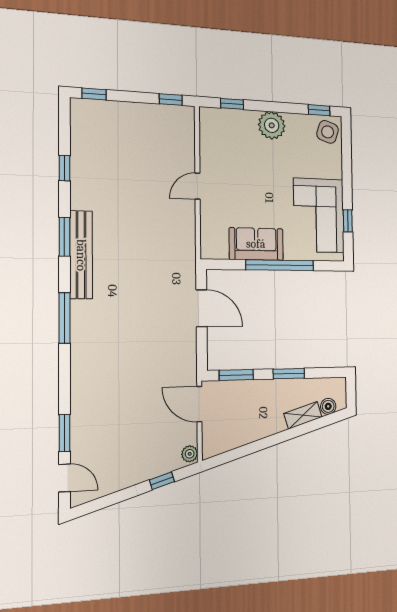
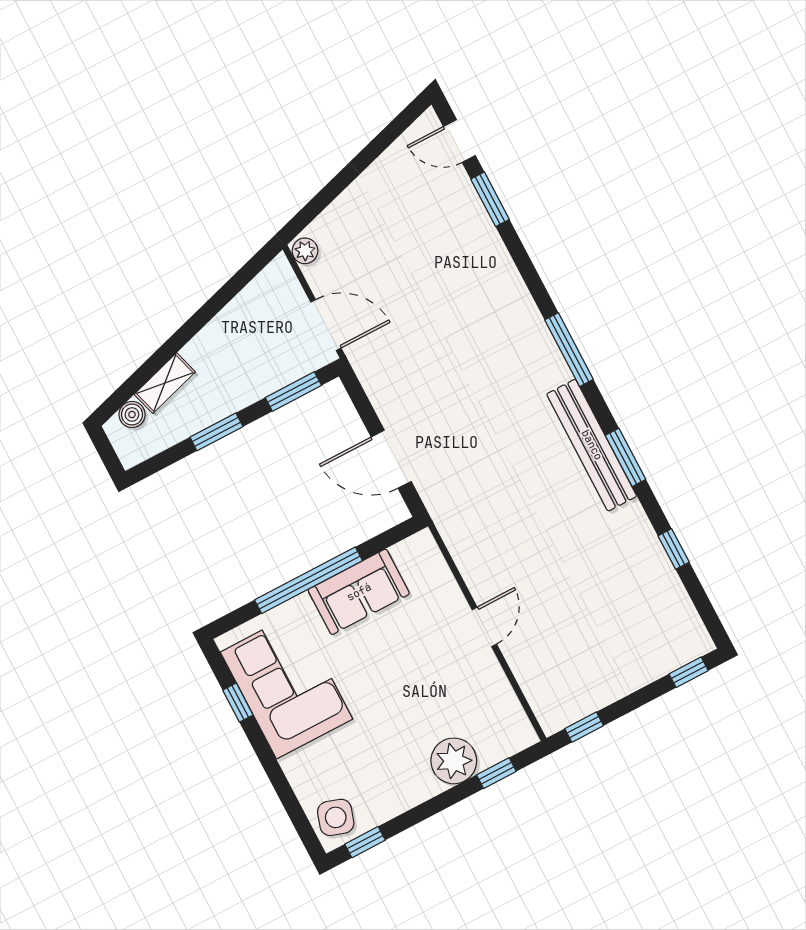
plant: (272, 125) -> (454, 761), moved
window: (162, 481) -> (326, 197), removed

